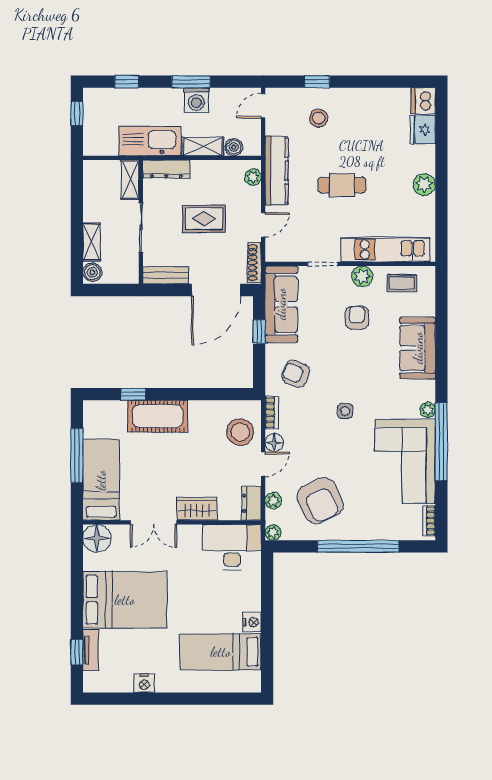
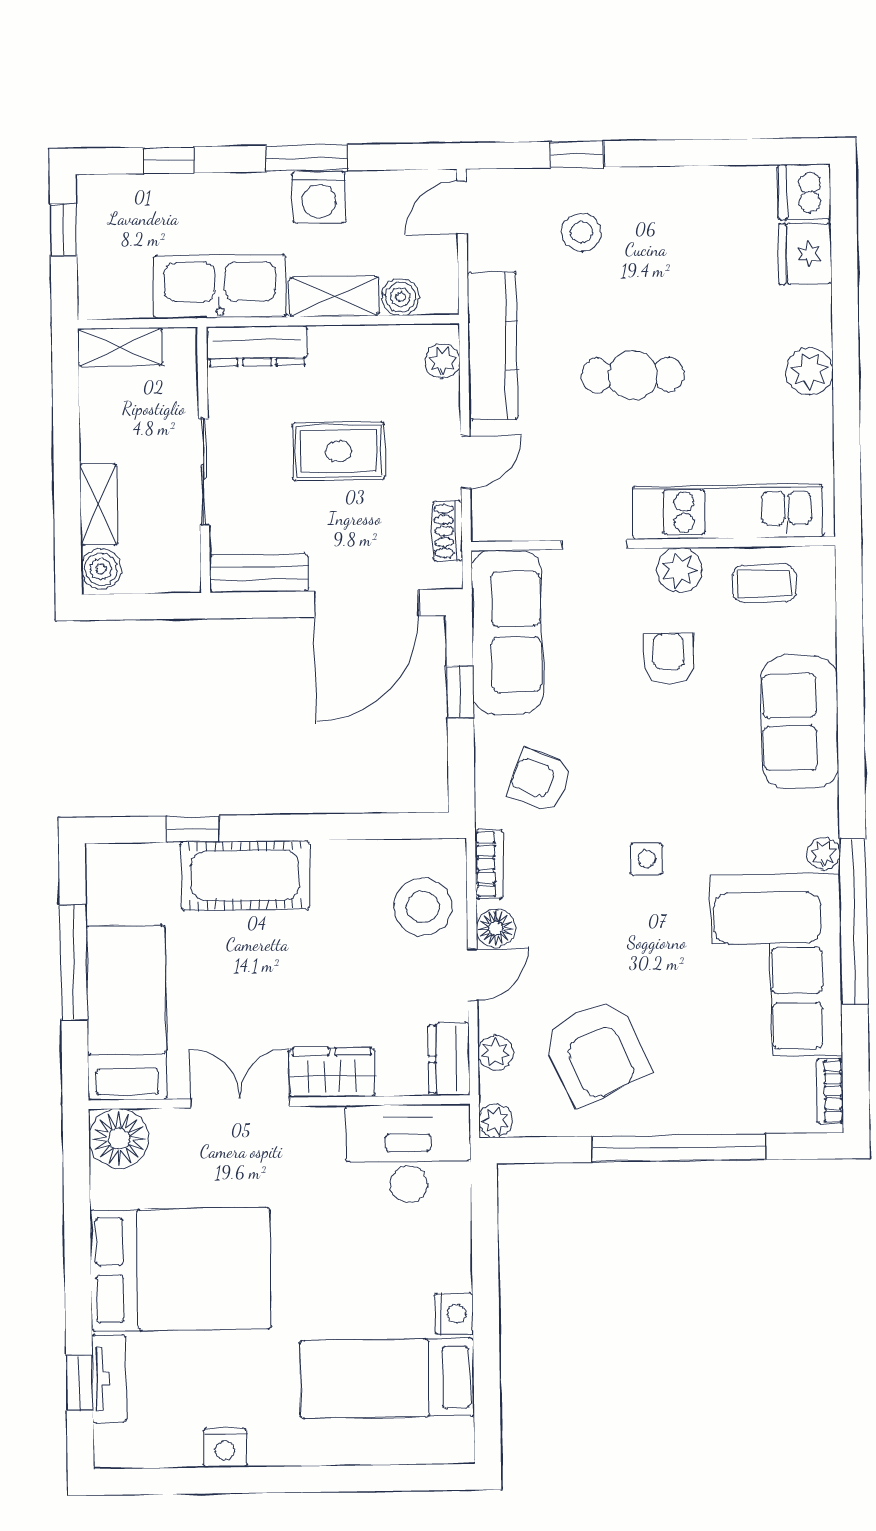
shelving: (130, 180) -> (120, 347), moved, turned 90
shoe rack: (254, 263) -> (448, 531), width x0.70
double door: (154, 522) -> (240, 1103), swing flipped

